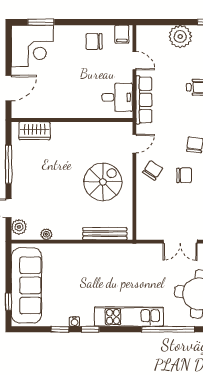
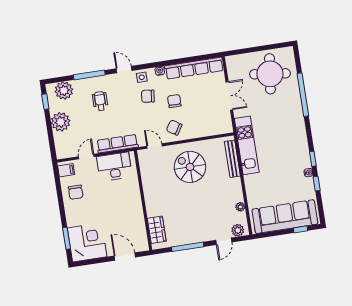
desk: (117, 97) -> (114, 167), width x1.37
kitchen unit: (129, 317) -> (247, 145), moved, turned 180

